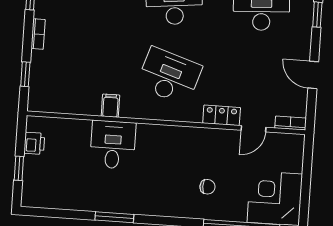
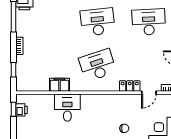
desk: (169, 76) -> (98, 65), turned -36
filing cabinet: (110, 106) -> (59, 85), width x2.00
window: (19, 168) -> (13, 109), moved

